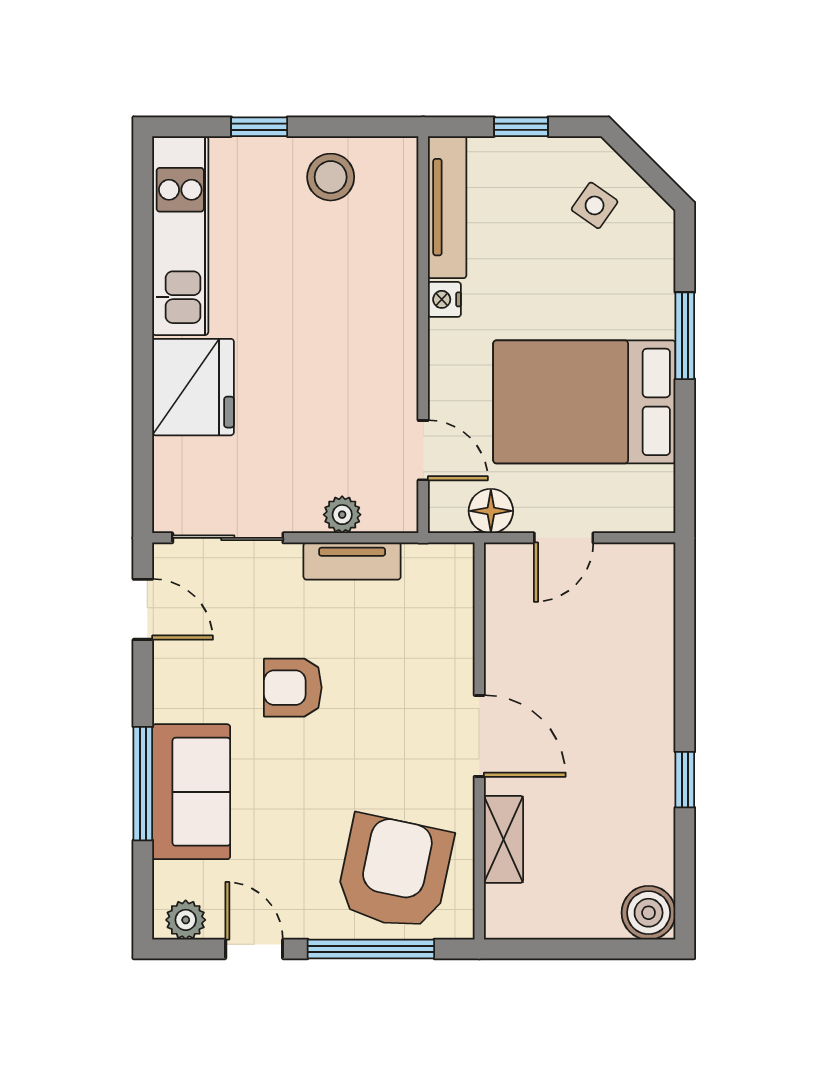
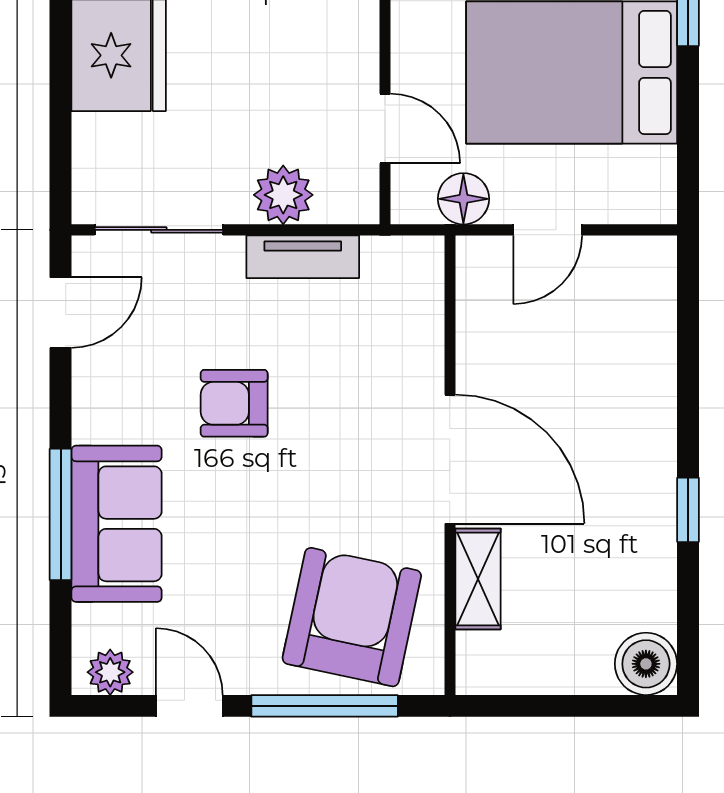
plant: (342, 515) -> (283, 195), width x1.38, depth x1.38
door: (143, 609) -> (61, 313), hinge flipped
door: (479, 736) -> (450, 459), width x1.36

